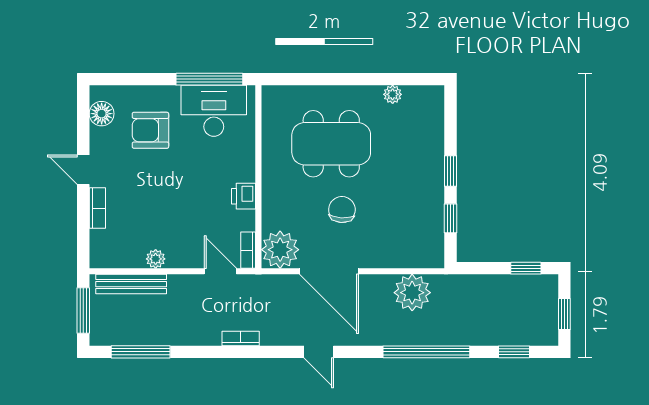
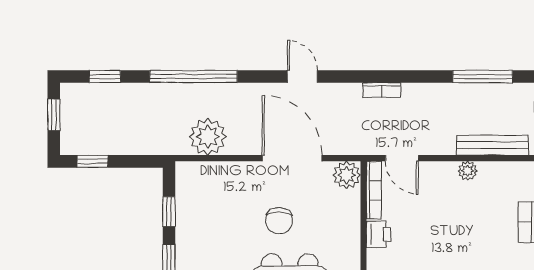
bookcase: (248, 250) -> (374, 190), width x1.56
plant: (280, 250) -> (347, 175), width x0.73, depth x0.73

